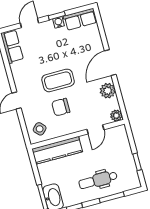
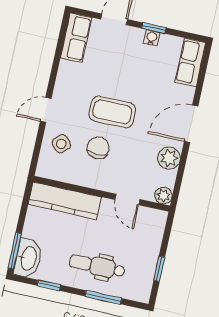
row of seats: (80, 19) -> (190, 62), moved, turned 90
chair: (61, 107) -> (98, 148), turned 90
side table: (40, 129) -> (61, 144), moved
door: (95, 129) -> (127, 199), hinge flipped

